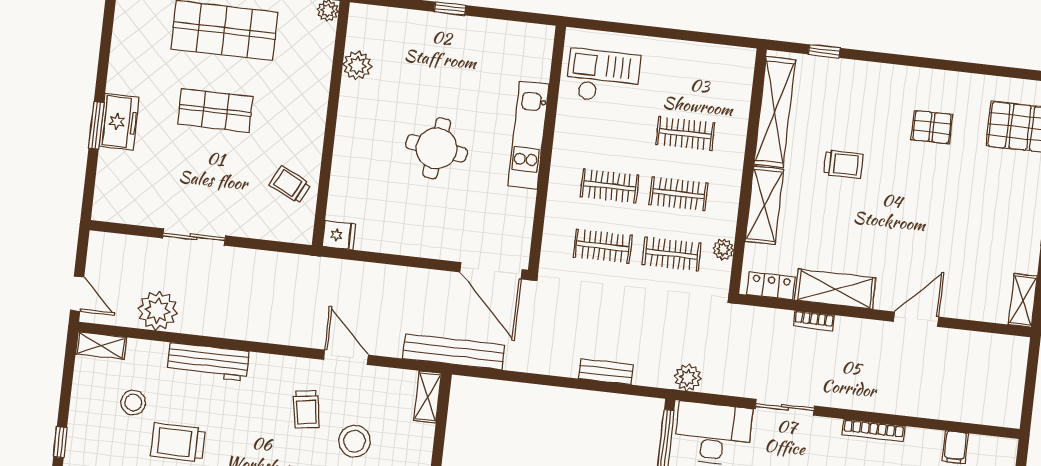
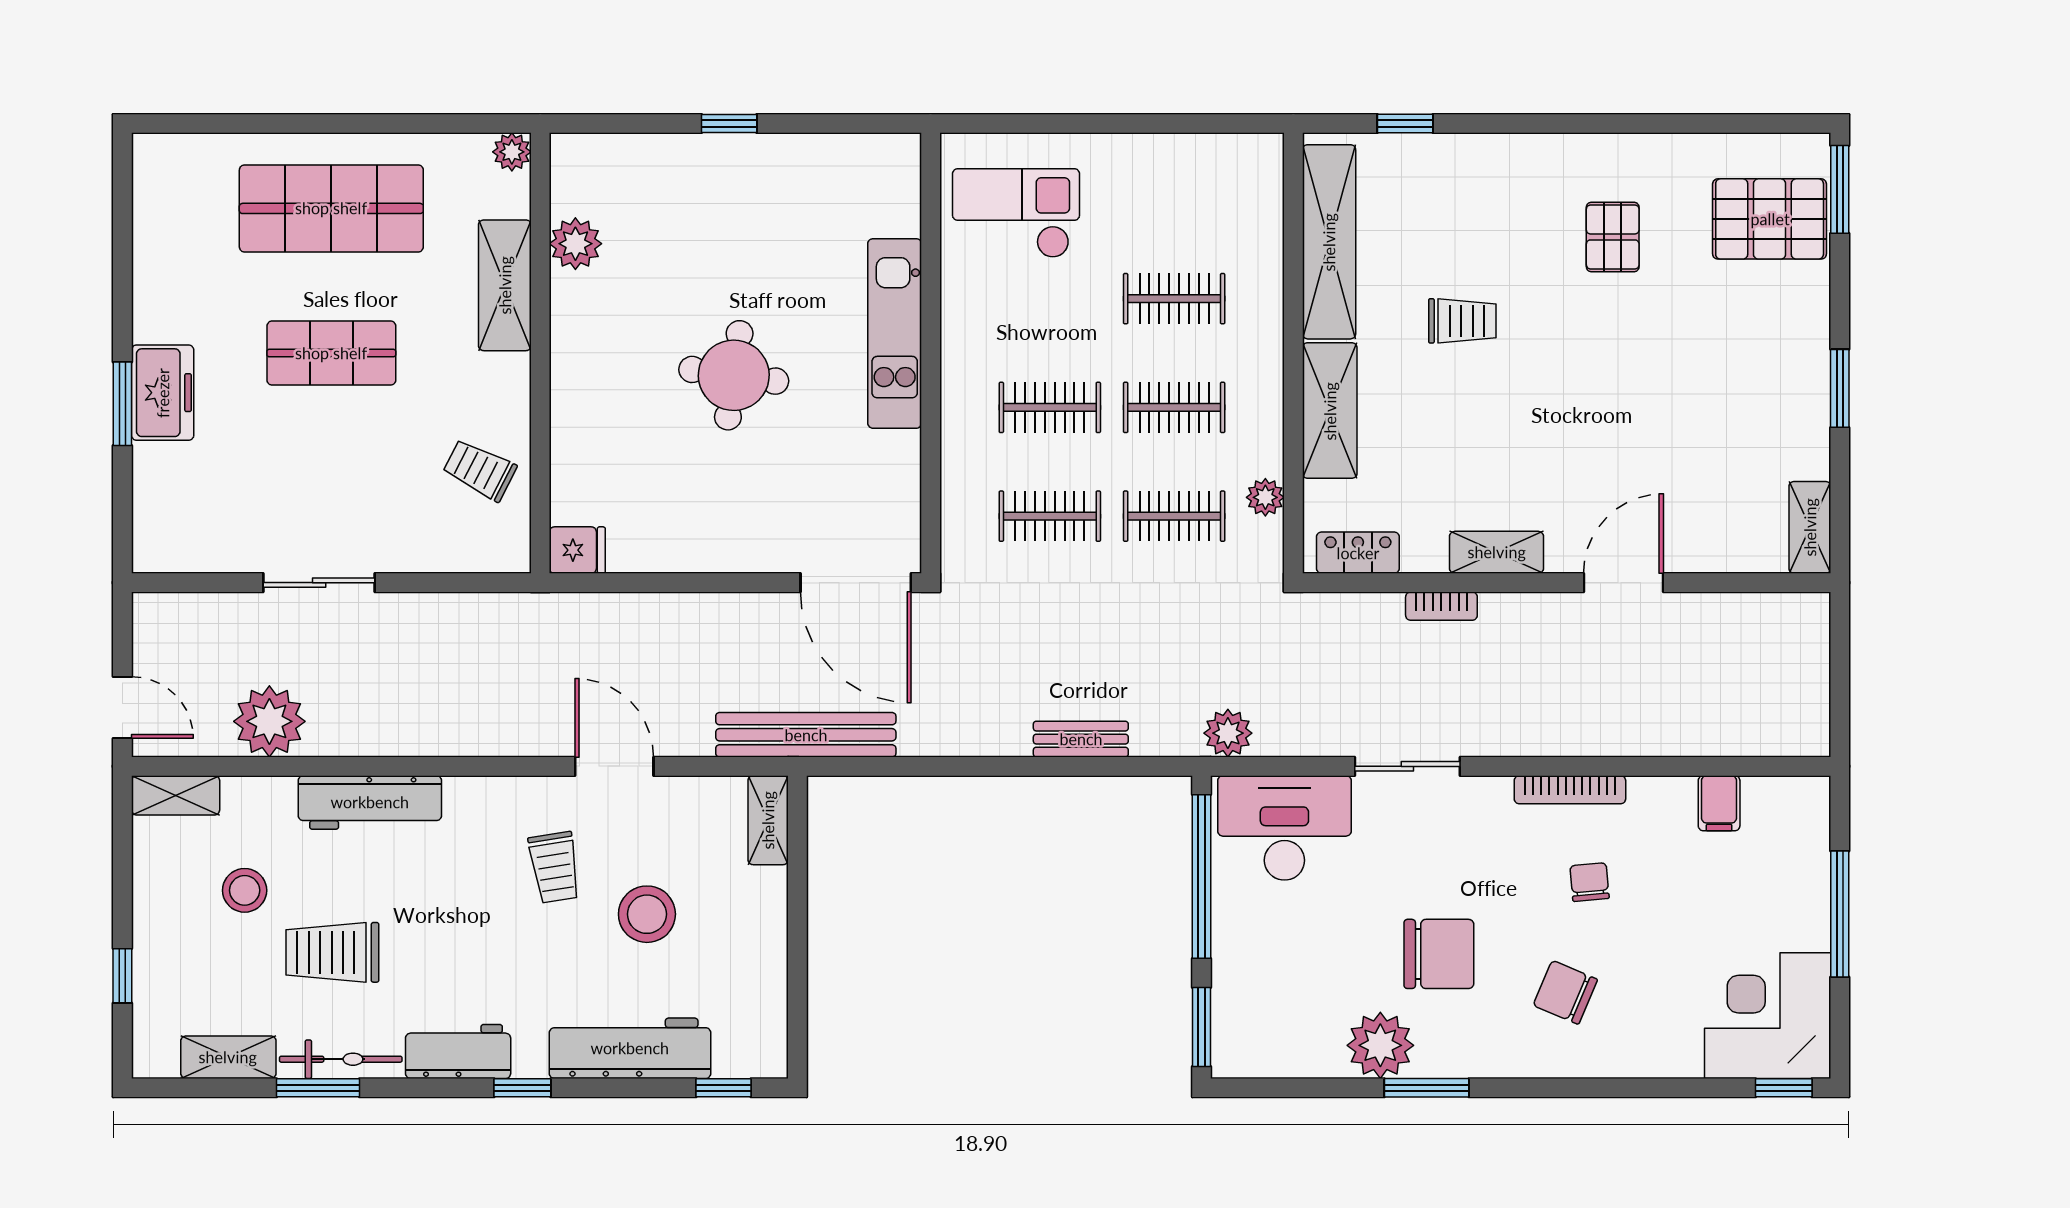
shelving: (316, 84) -> (505, 285), added
pallet: (932, 127) -> (1613, 237), turned 90
shelving: (835, 289) -> (1497, 552), width x0.67, depth x0.75

